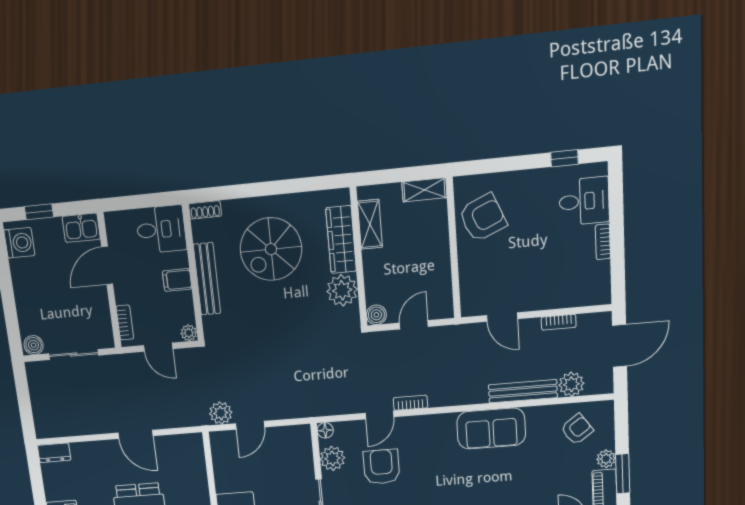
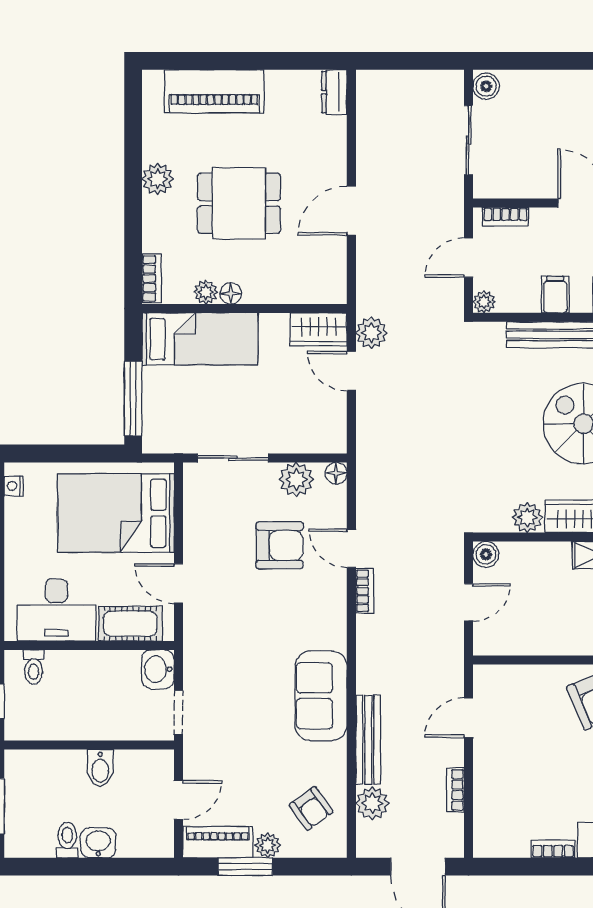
plant: (342, 290) -> (527, 518), width x0.73, depth x0.73
door: (414, 325) -> (469, 602), hinge flipped
wardrobe: (223, 451) -> (319, 329), added

